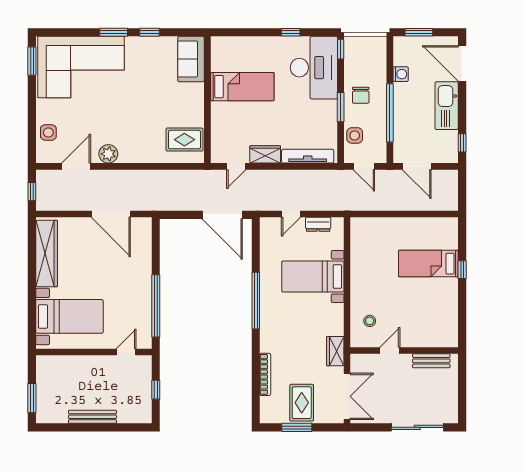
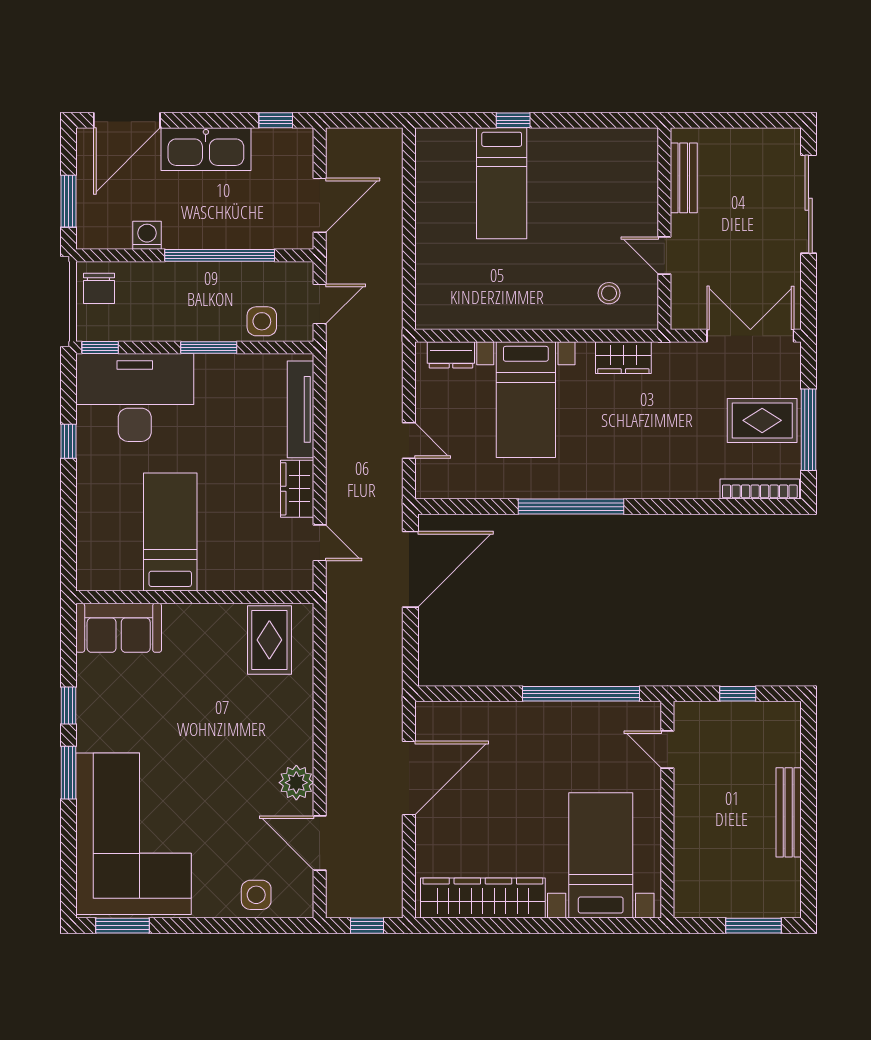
chair: (361, 95) -> (99, 288), moved, turned 90
dresser: (318, 224) -> (451, 355), moved, turned 90
wardrobe: (335, 351) -> (623, 358), moved
bookcase: (265, 374) -> (760, 489), moved
window: (297, 427) -> (809, 430), width x1.44

